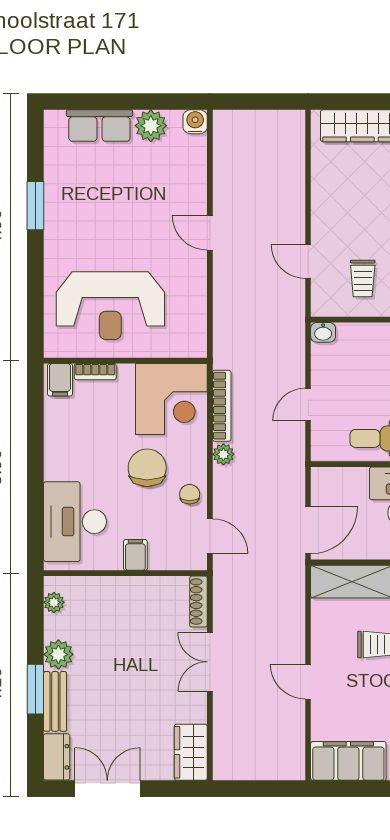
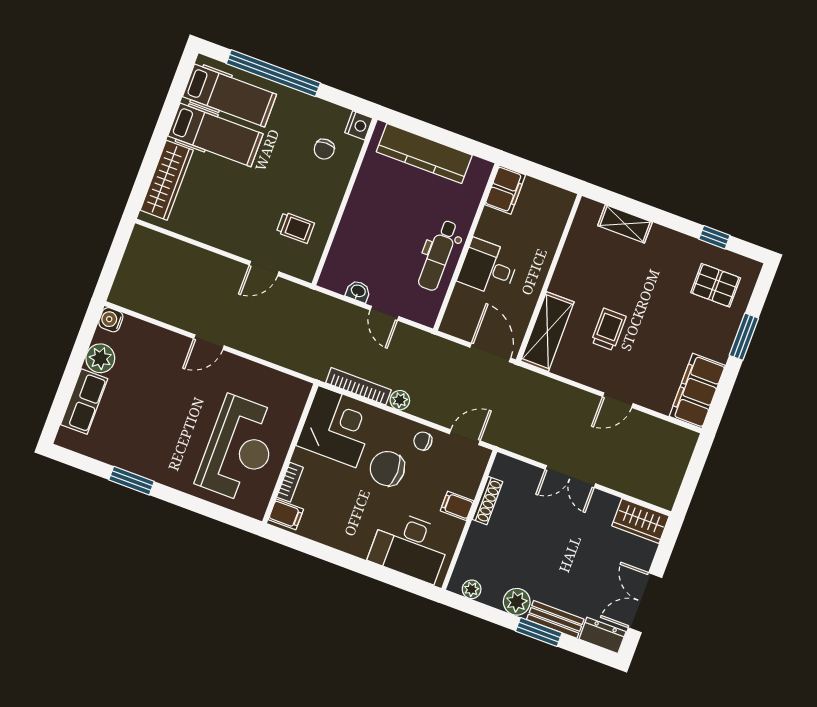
washbasin: (323, 332) -> (358, 291), moved, turned -90
shoe rack: (198, 601) -> (487, 501), moved, turned -90

